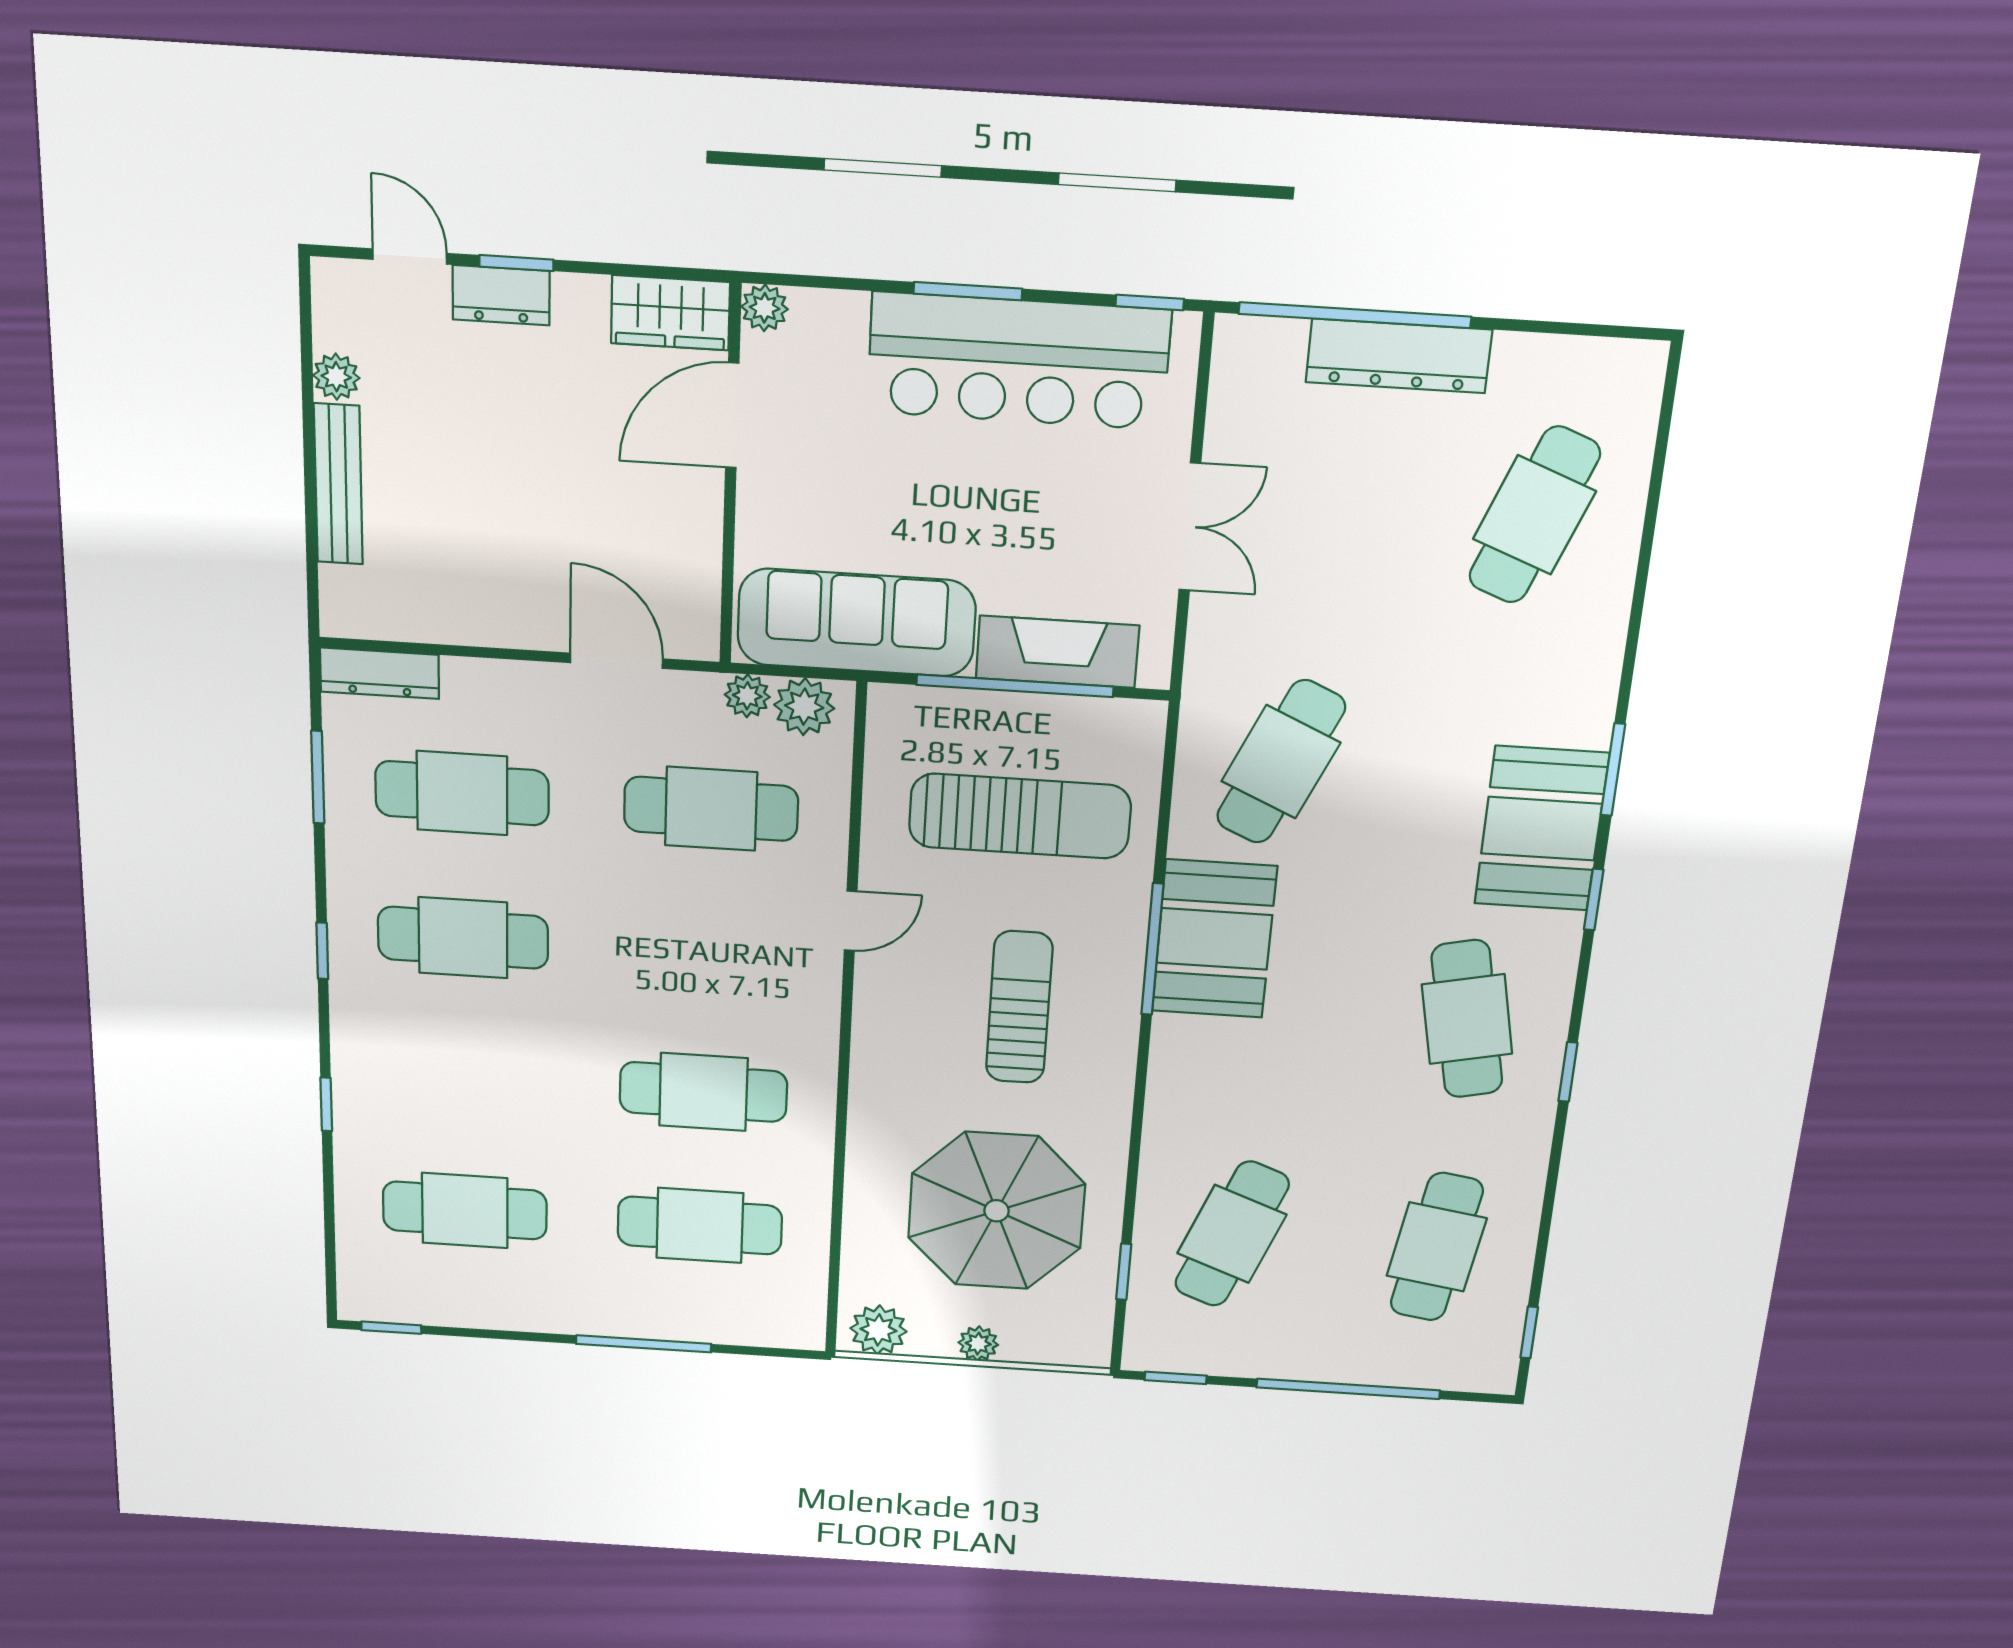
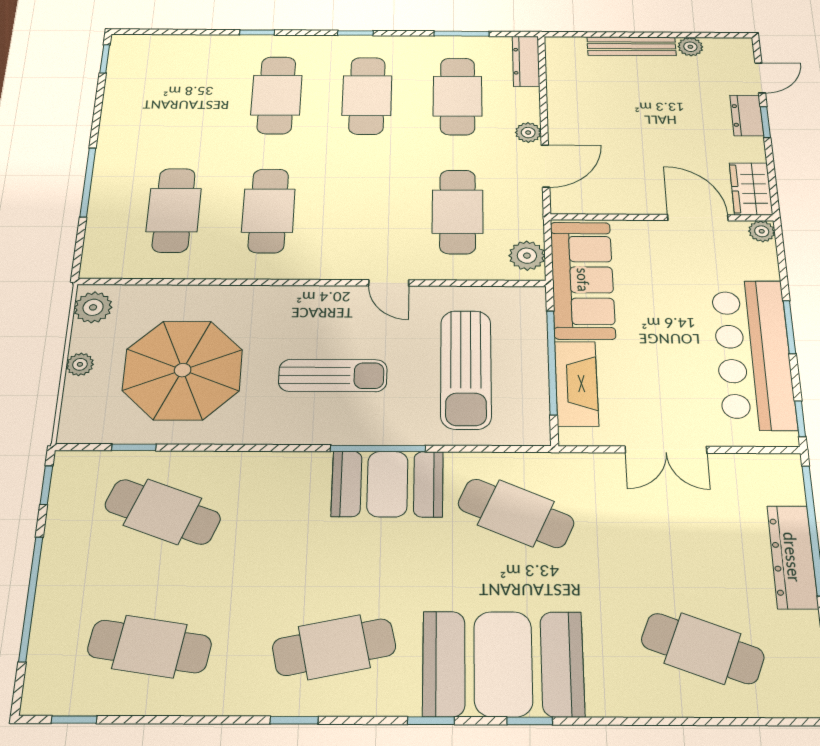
plant: (747, 696) -> (528, 133), moved
window: (1613, 770) -> (530, 721), width x0.67
booth: (1542, 829) -> (503, 664), width x1.36, depth x1.42
cafe table: (465, 1211) -> (276, 95), moved

